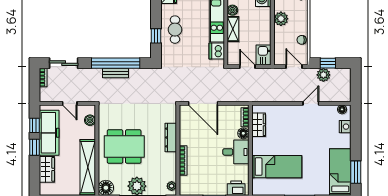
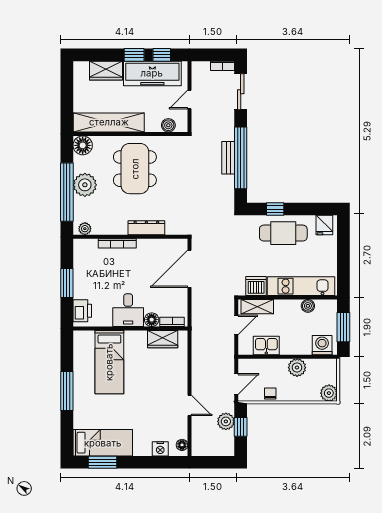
shelving: (233, 29) -> (257, 307), moved
cafe table: (175, 30) -> (283, 233), width x1.37, depth x1.35
kitchen sink: (264, 55) -> (266, 345), moved

